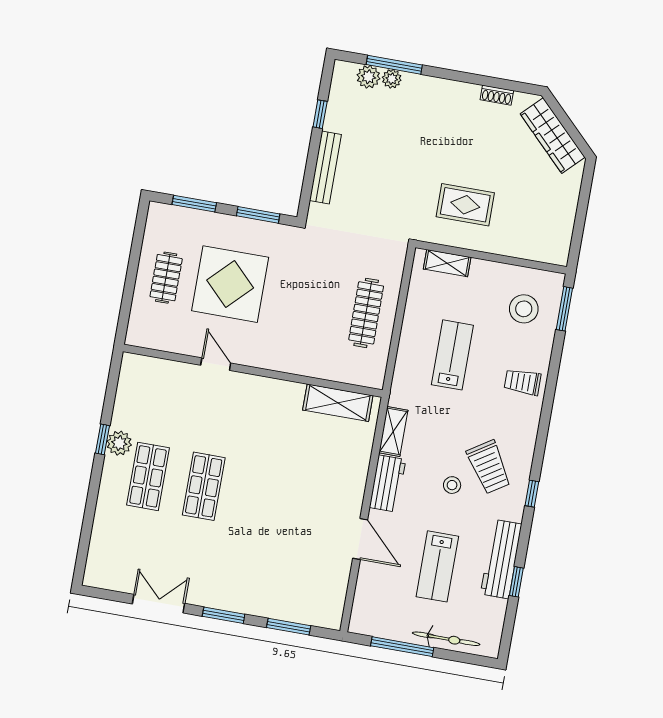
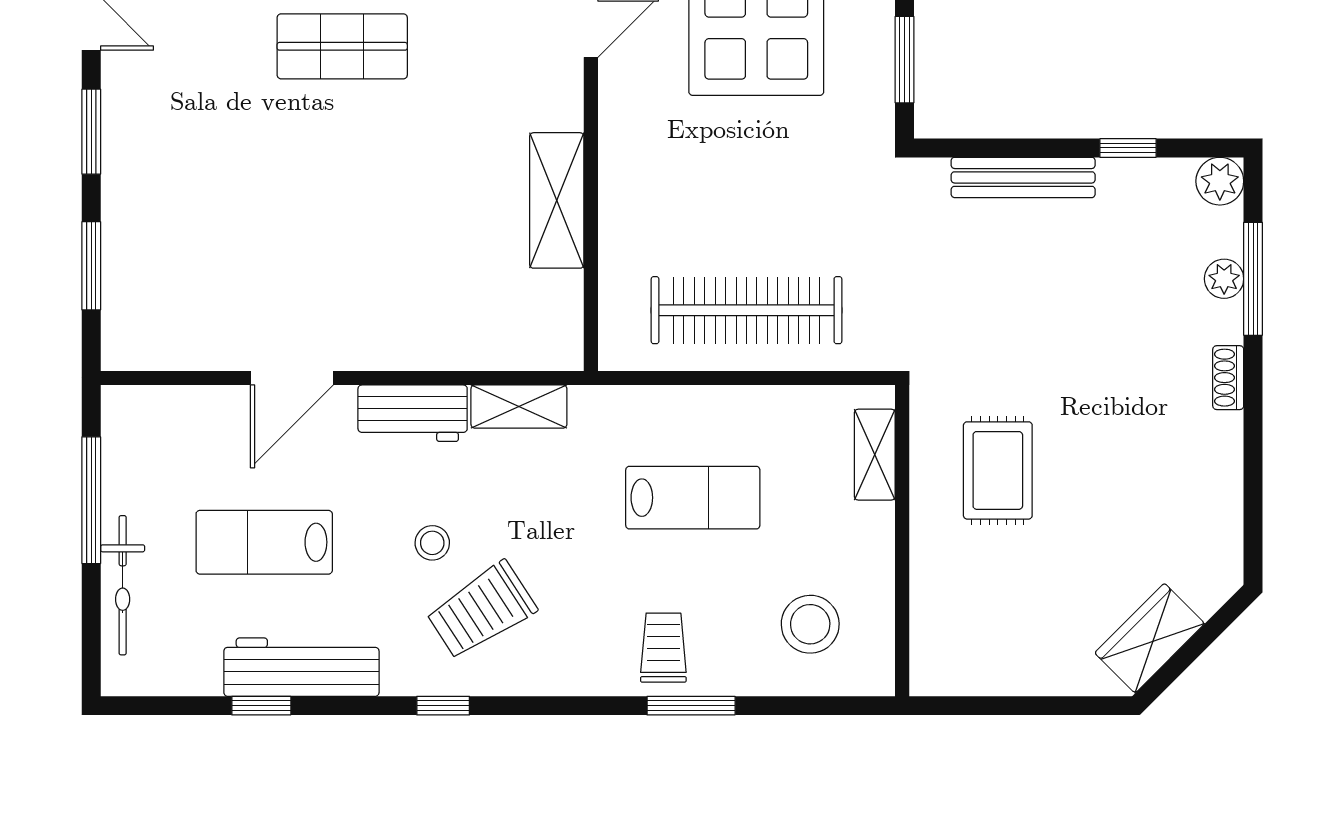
plant: (368, 77) -> (1220, 181), moved
shoe rack: (497, 95) -> (1228, 378), moved
wardrobe: (553, 136) -> (1150, 638), width x0.67
window: (564, 309) -> (691, 706), moved
clothes rail: (366, 313) -> (746, 310), width x1.37, depth x1.31
shelving: (338, 403) -> (557, 200), moved

